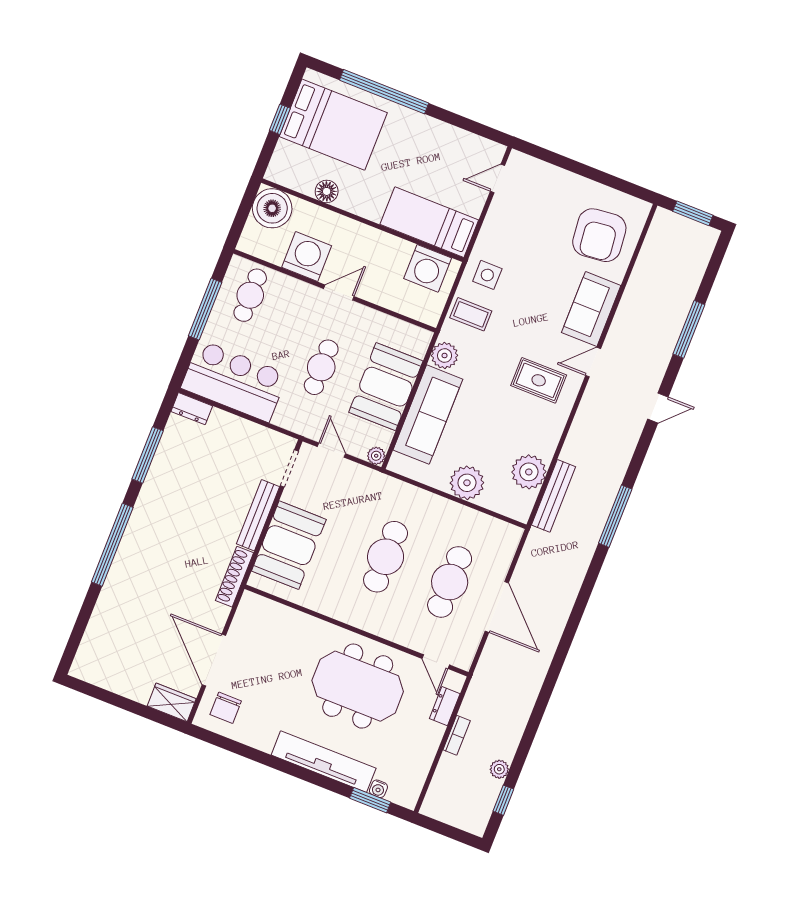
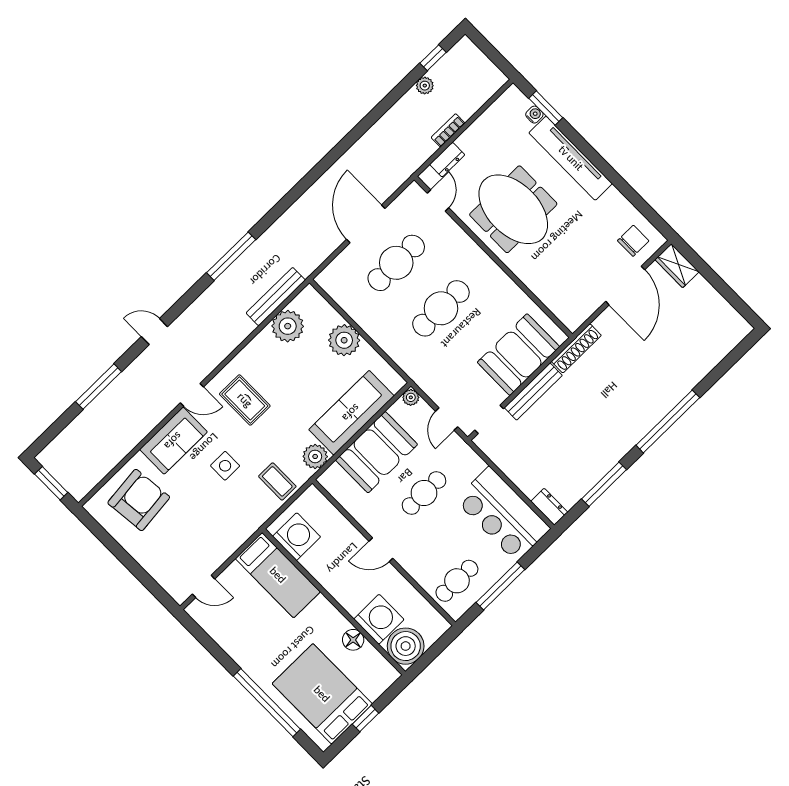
washing machine: (307, 257) -> (379, 619), moved, turned 180
side table: (487, 275) -> (225, 466), moved

